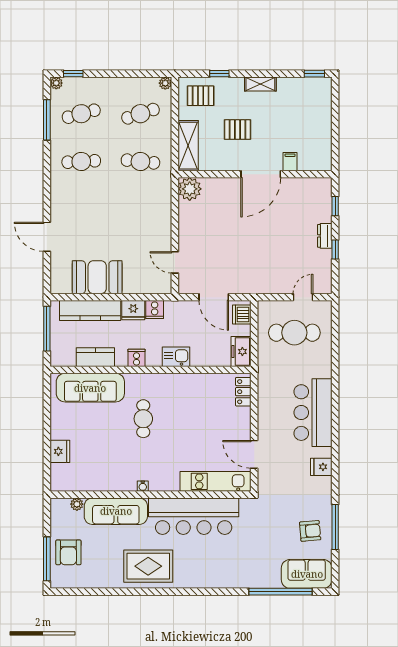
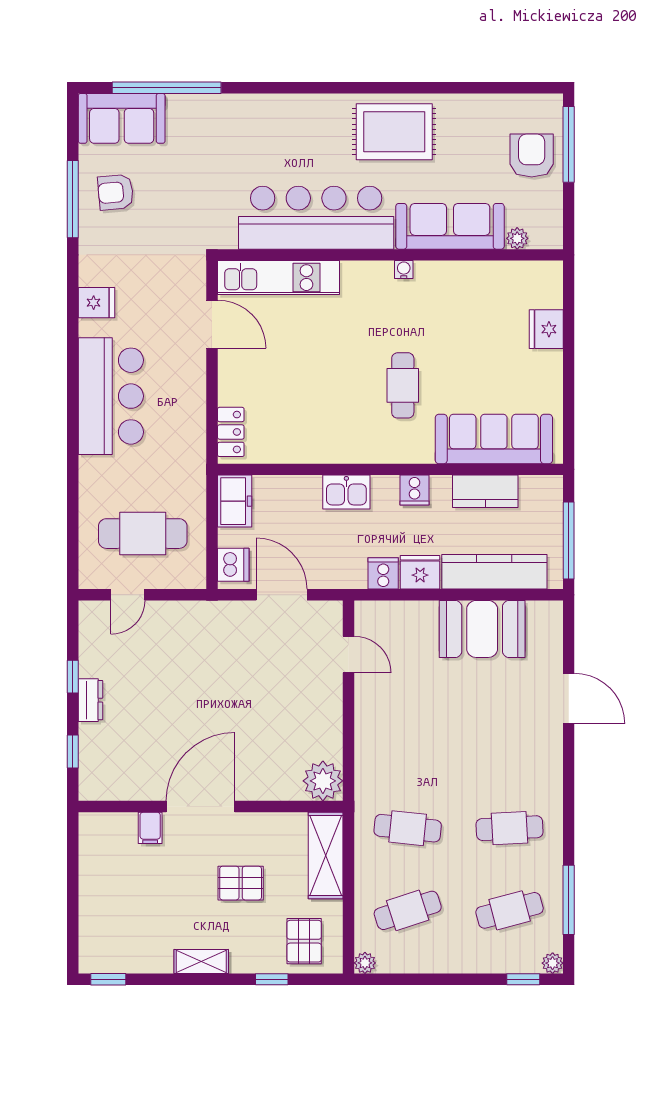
pallet: (201, 96) -> (304, 941), turned 90

